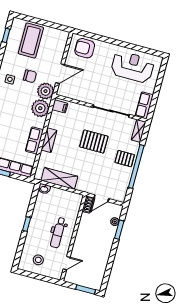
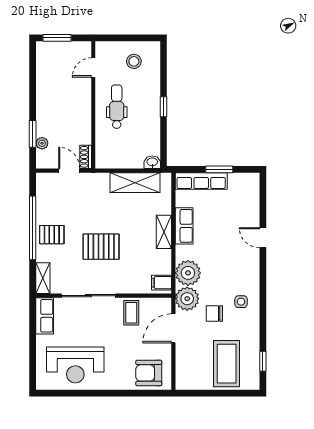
armchair: (85, 48) -> (149, 373), turned 180
coffee table: (86, 92) -> (131, 313), added
door: (101, 198) -> (69, 171), hinge flipped

